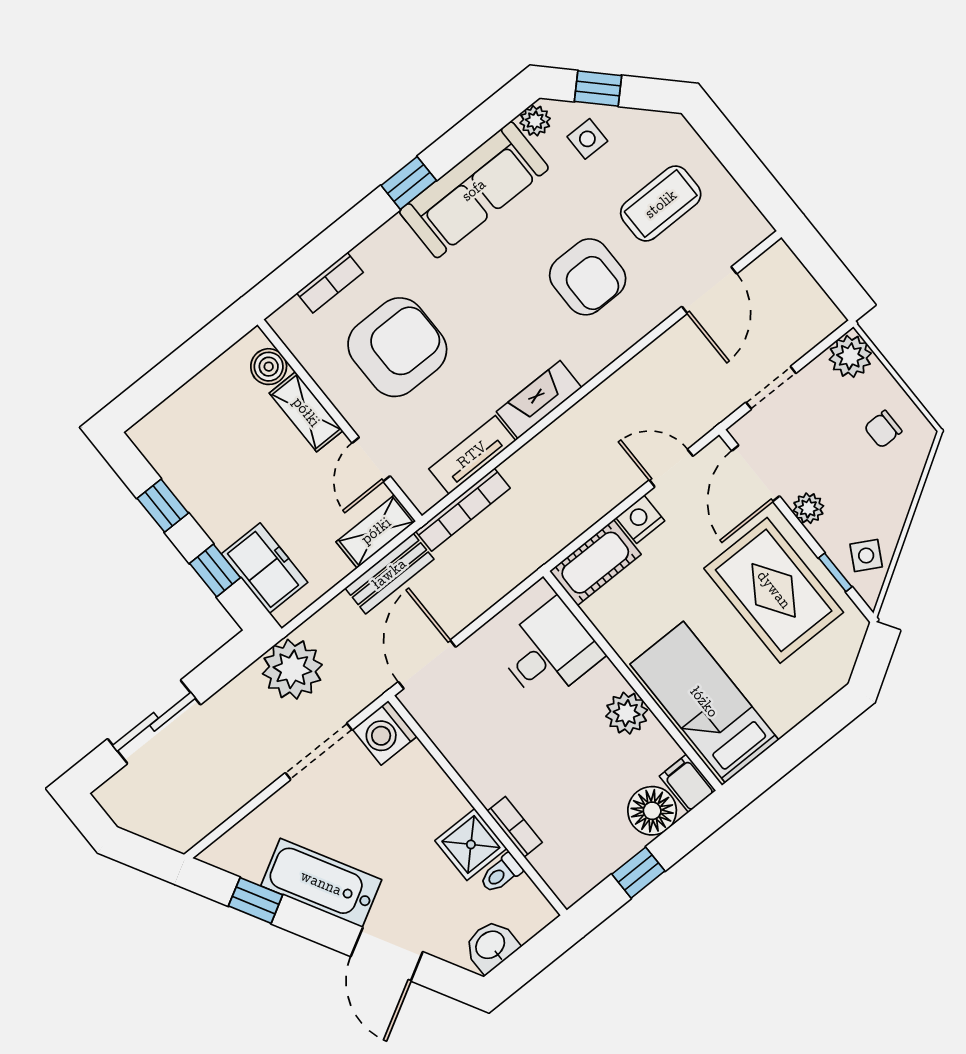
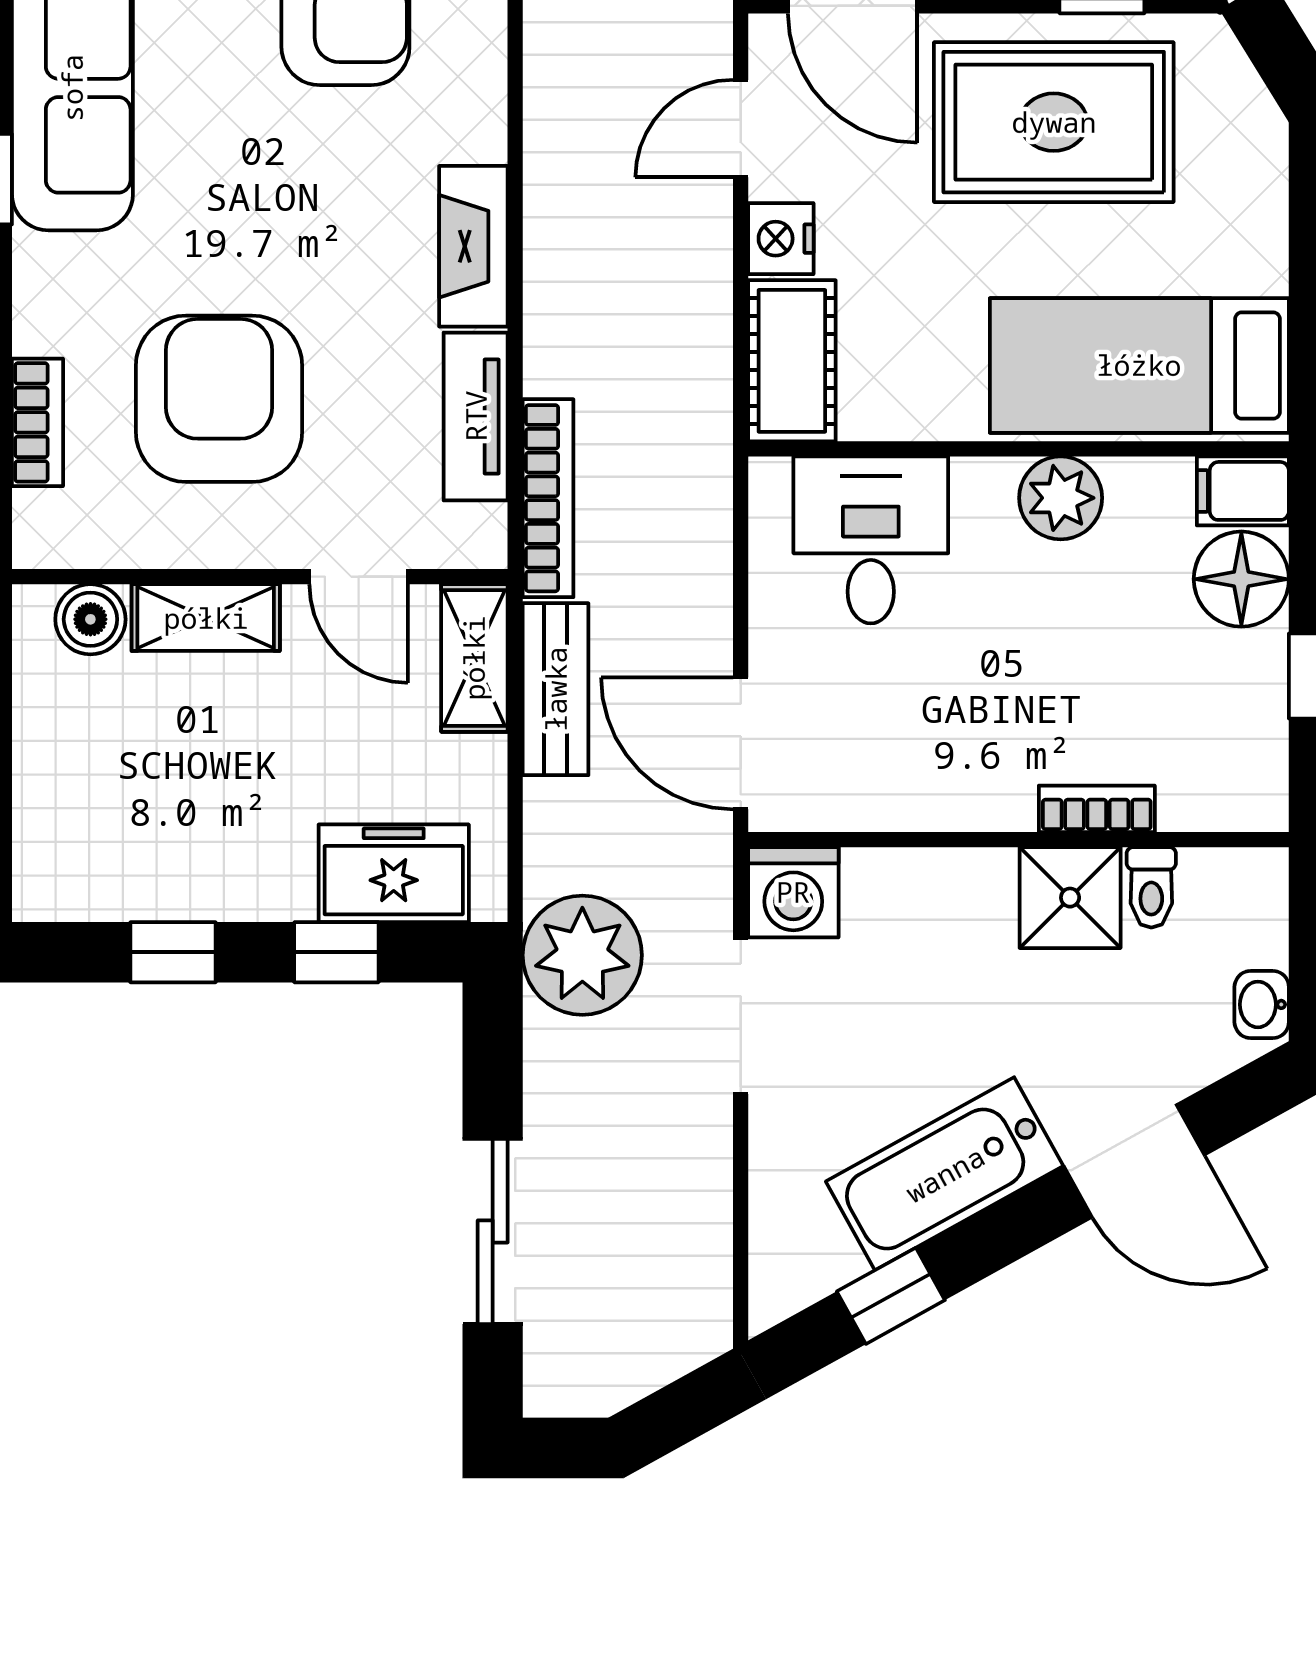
washbasin: (491, 946) -> (1262, 1004), width x0.72, depth x0.69

